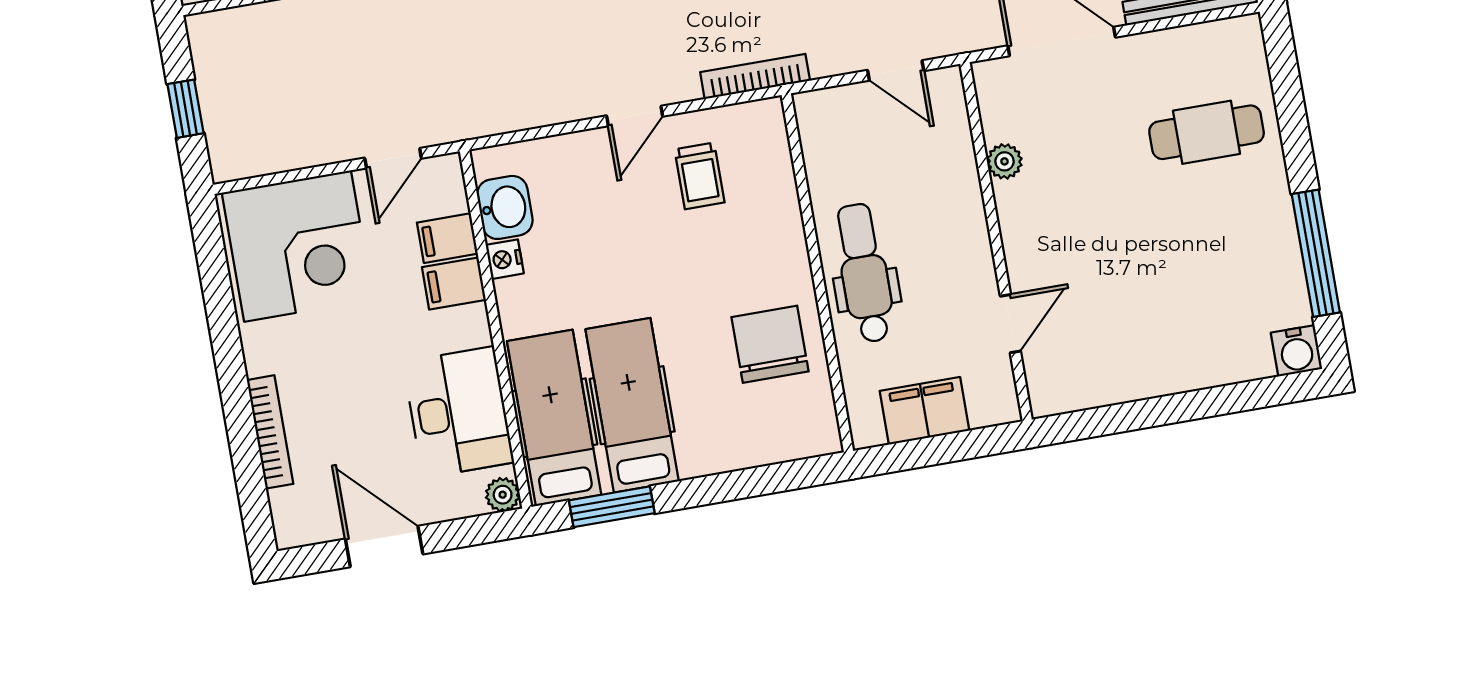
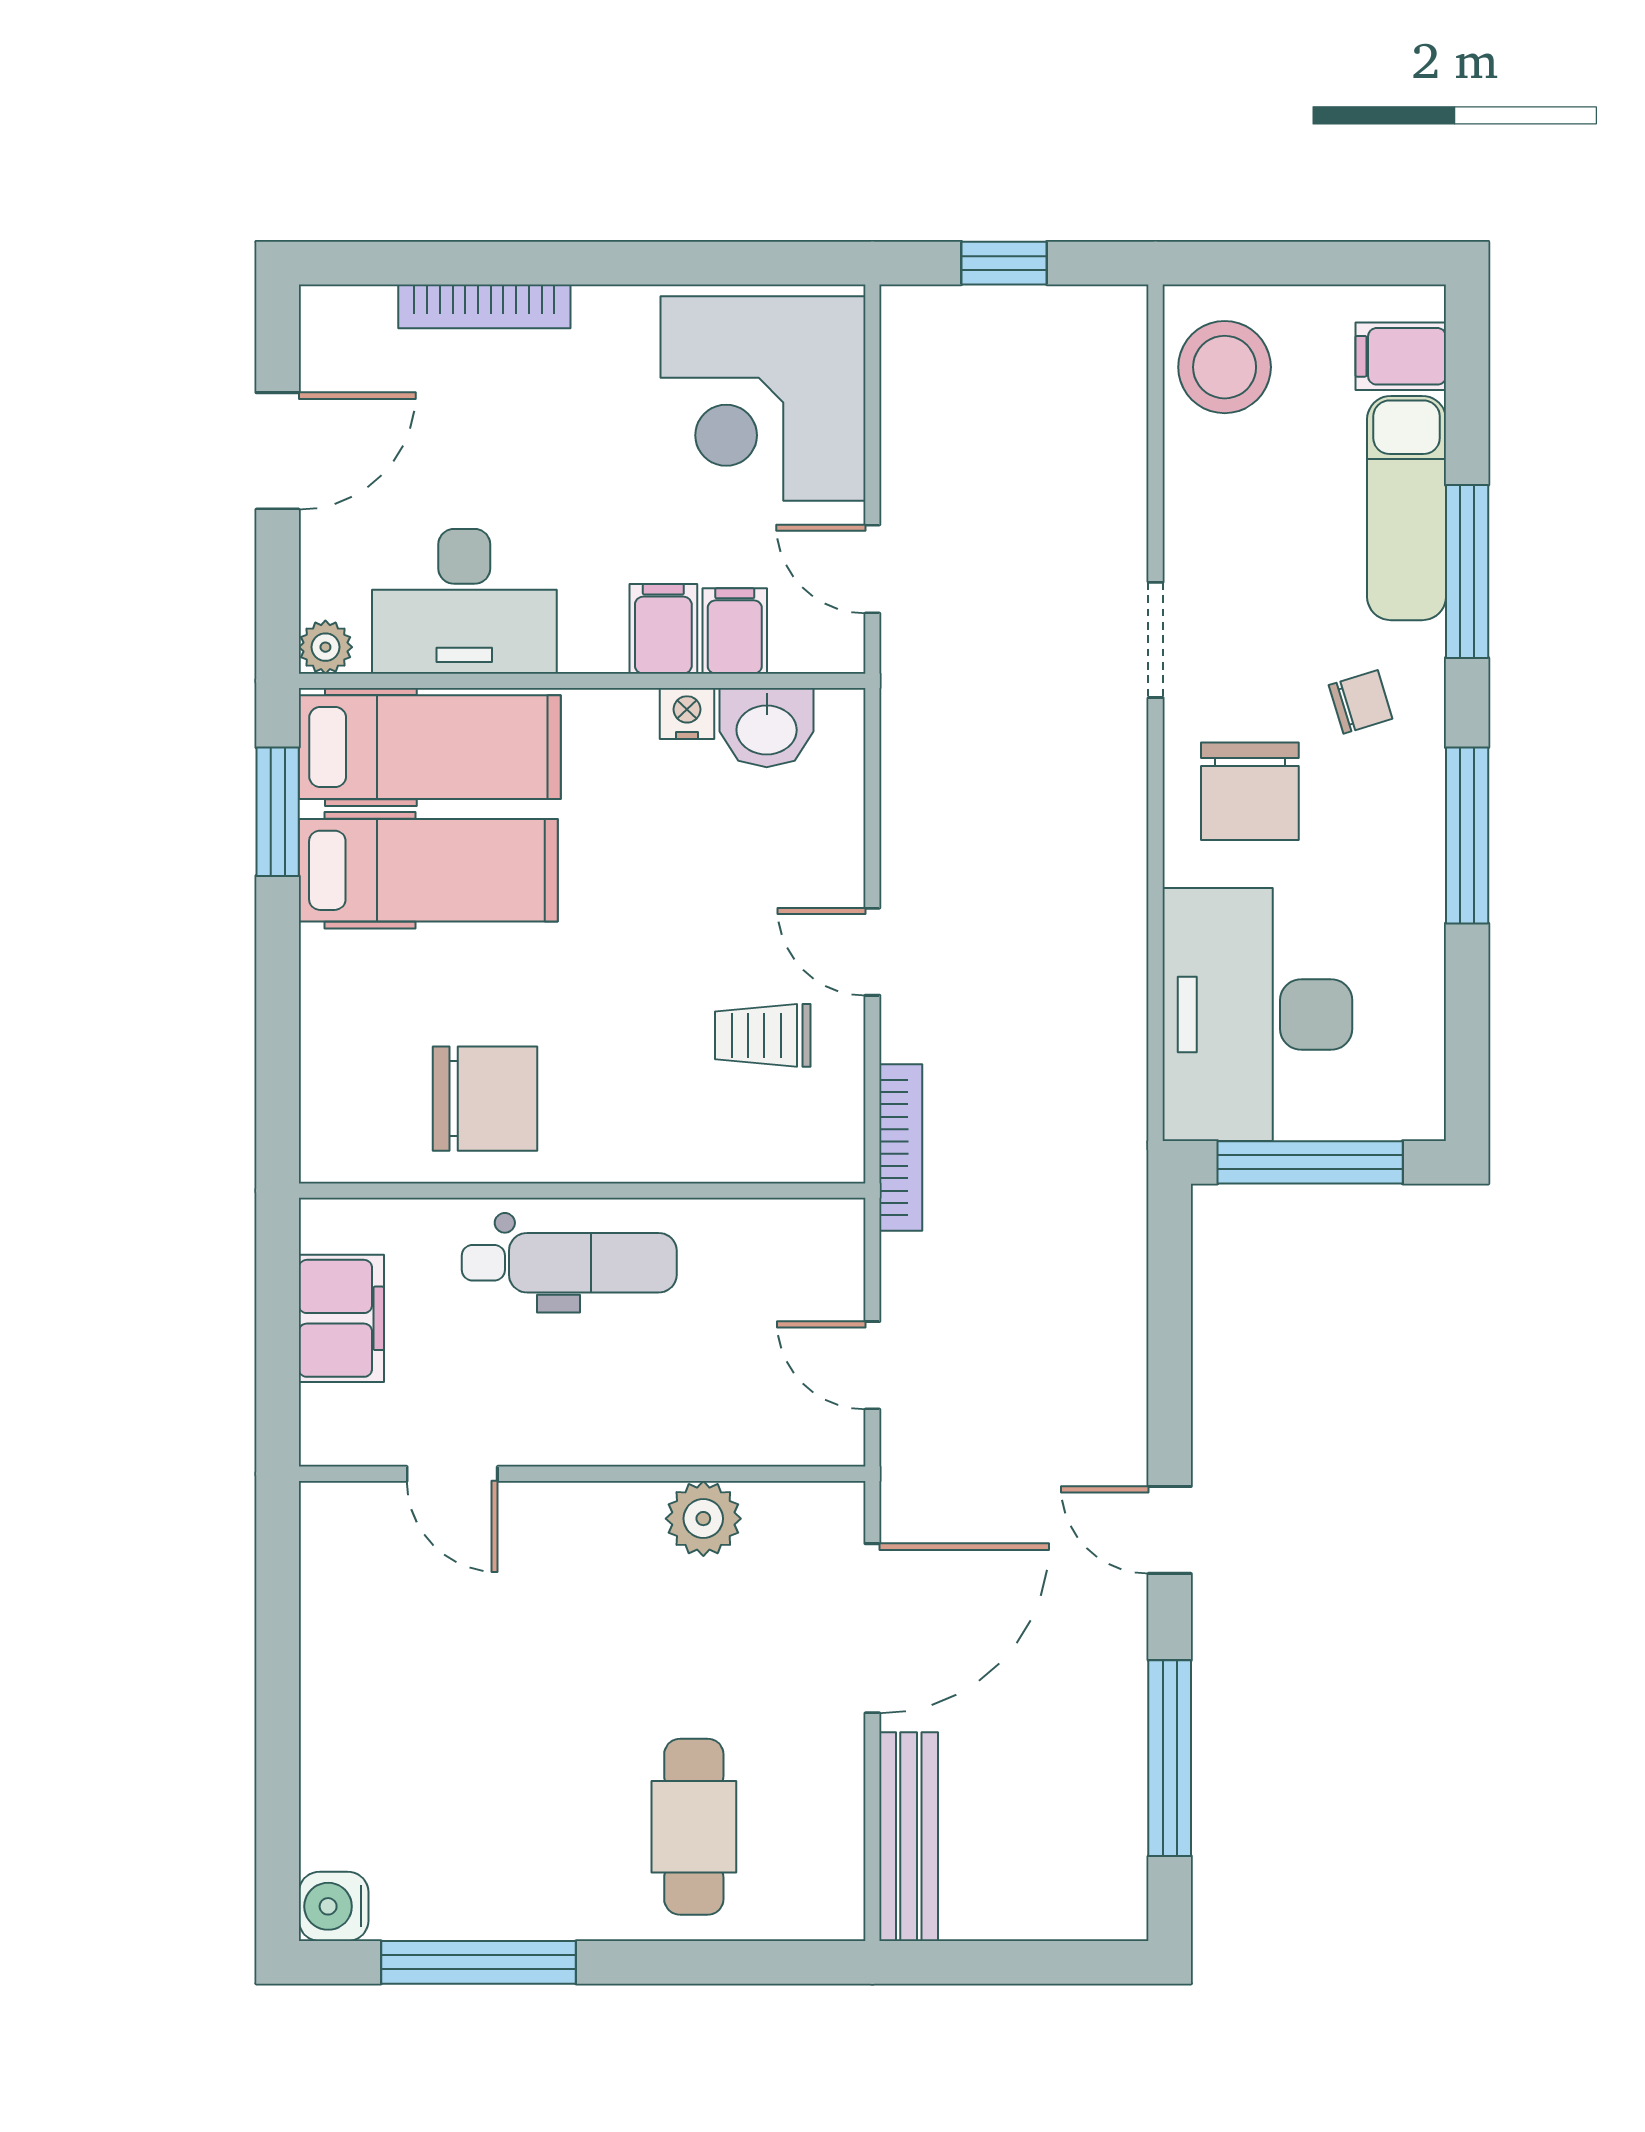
door: (896, 70) -> (872, 1365), hinge flipped
plant: (1005, 161) -> (703, 1519), width x1.38, depth x1.38

